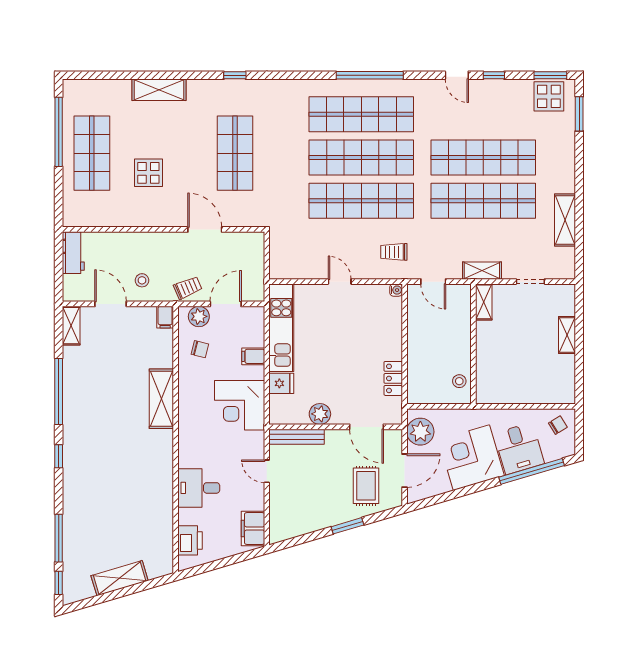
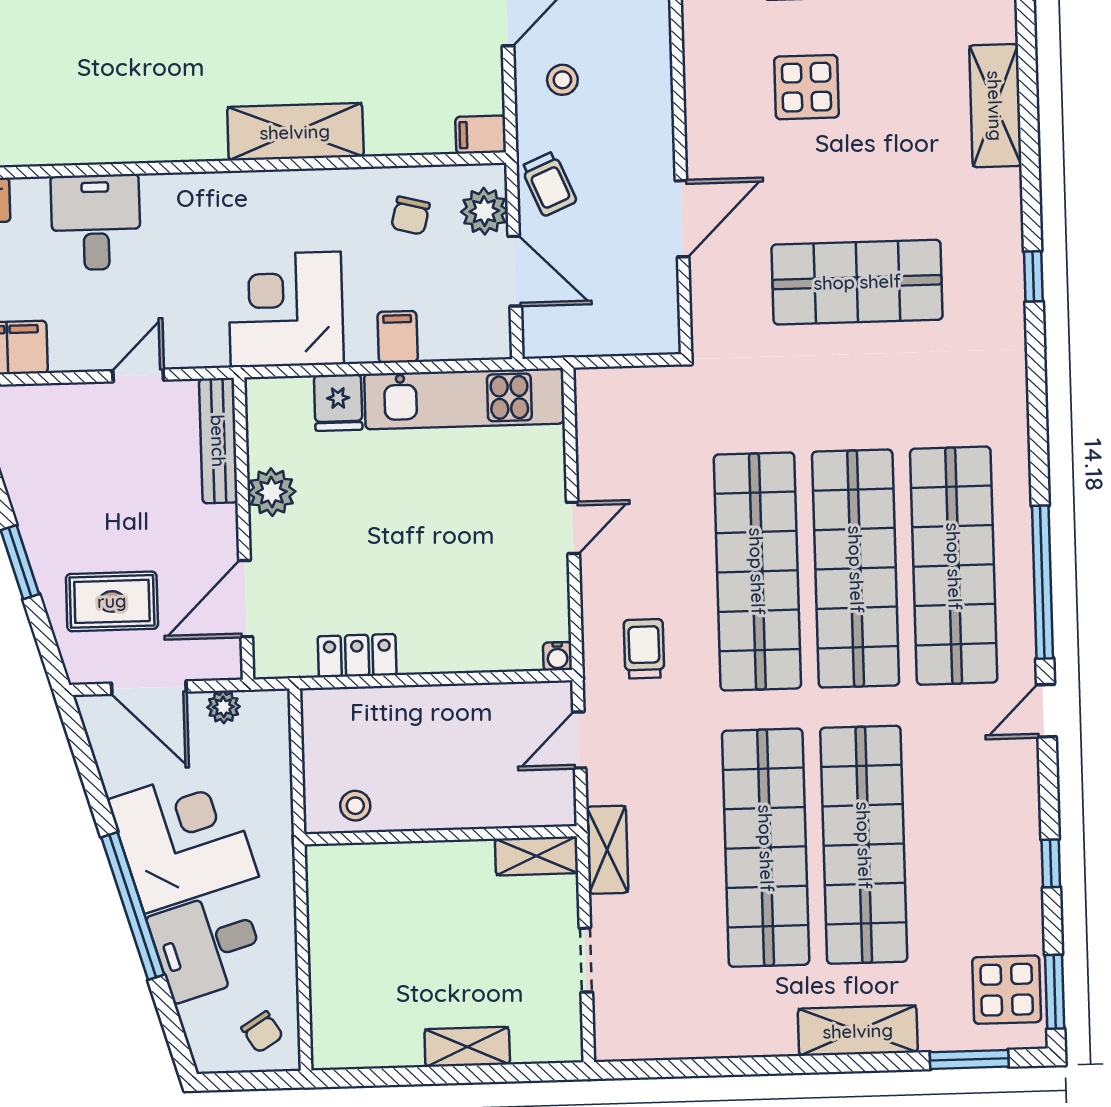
door: (457, 75) -> (1046, 711), moved
shelving: (565, 220) -> (858, 1031), moved
plant: (420, 432) -> (223, 707), width x0.53, depth x0.53
window: (532, 471) -> (133, 906), moved

